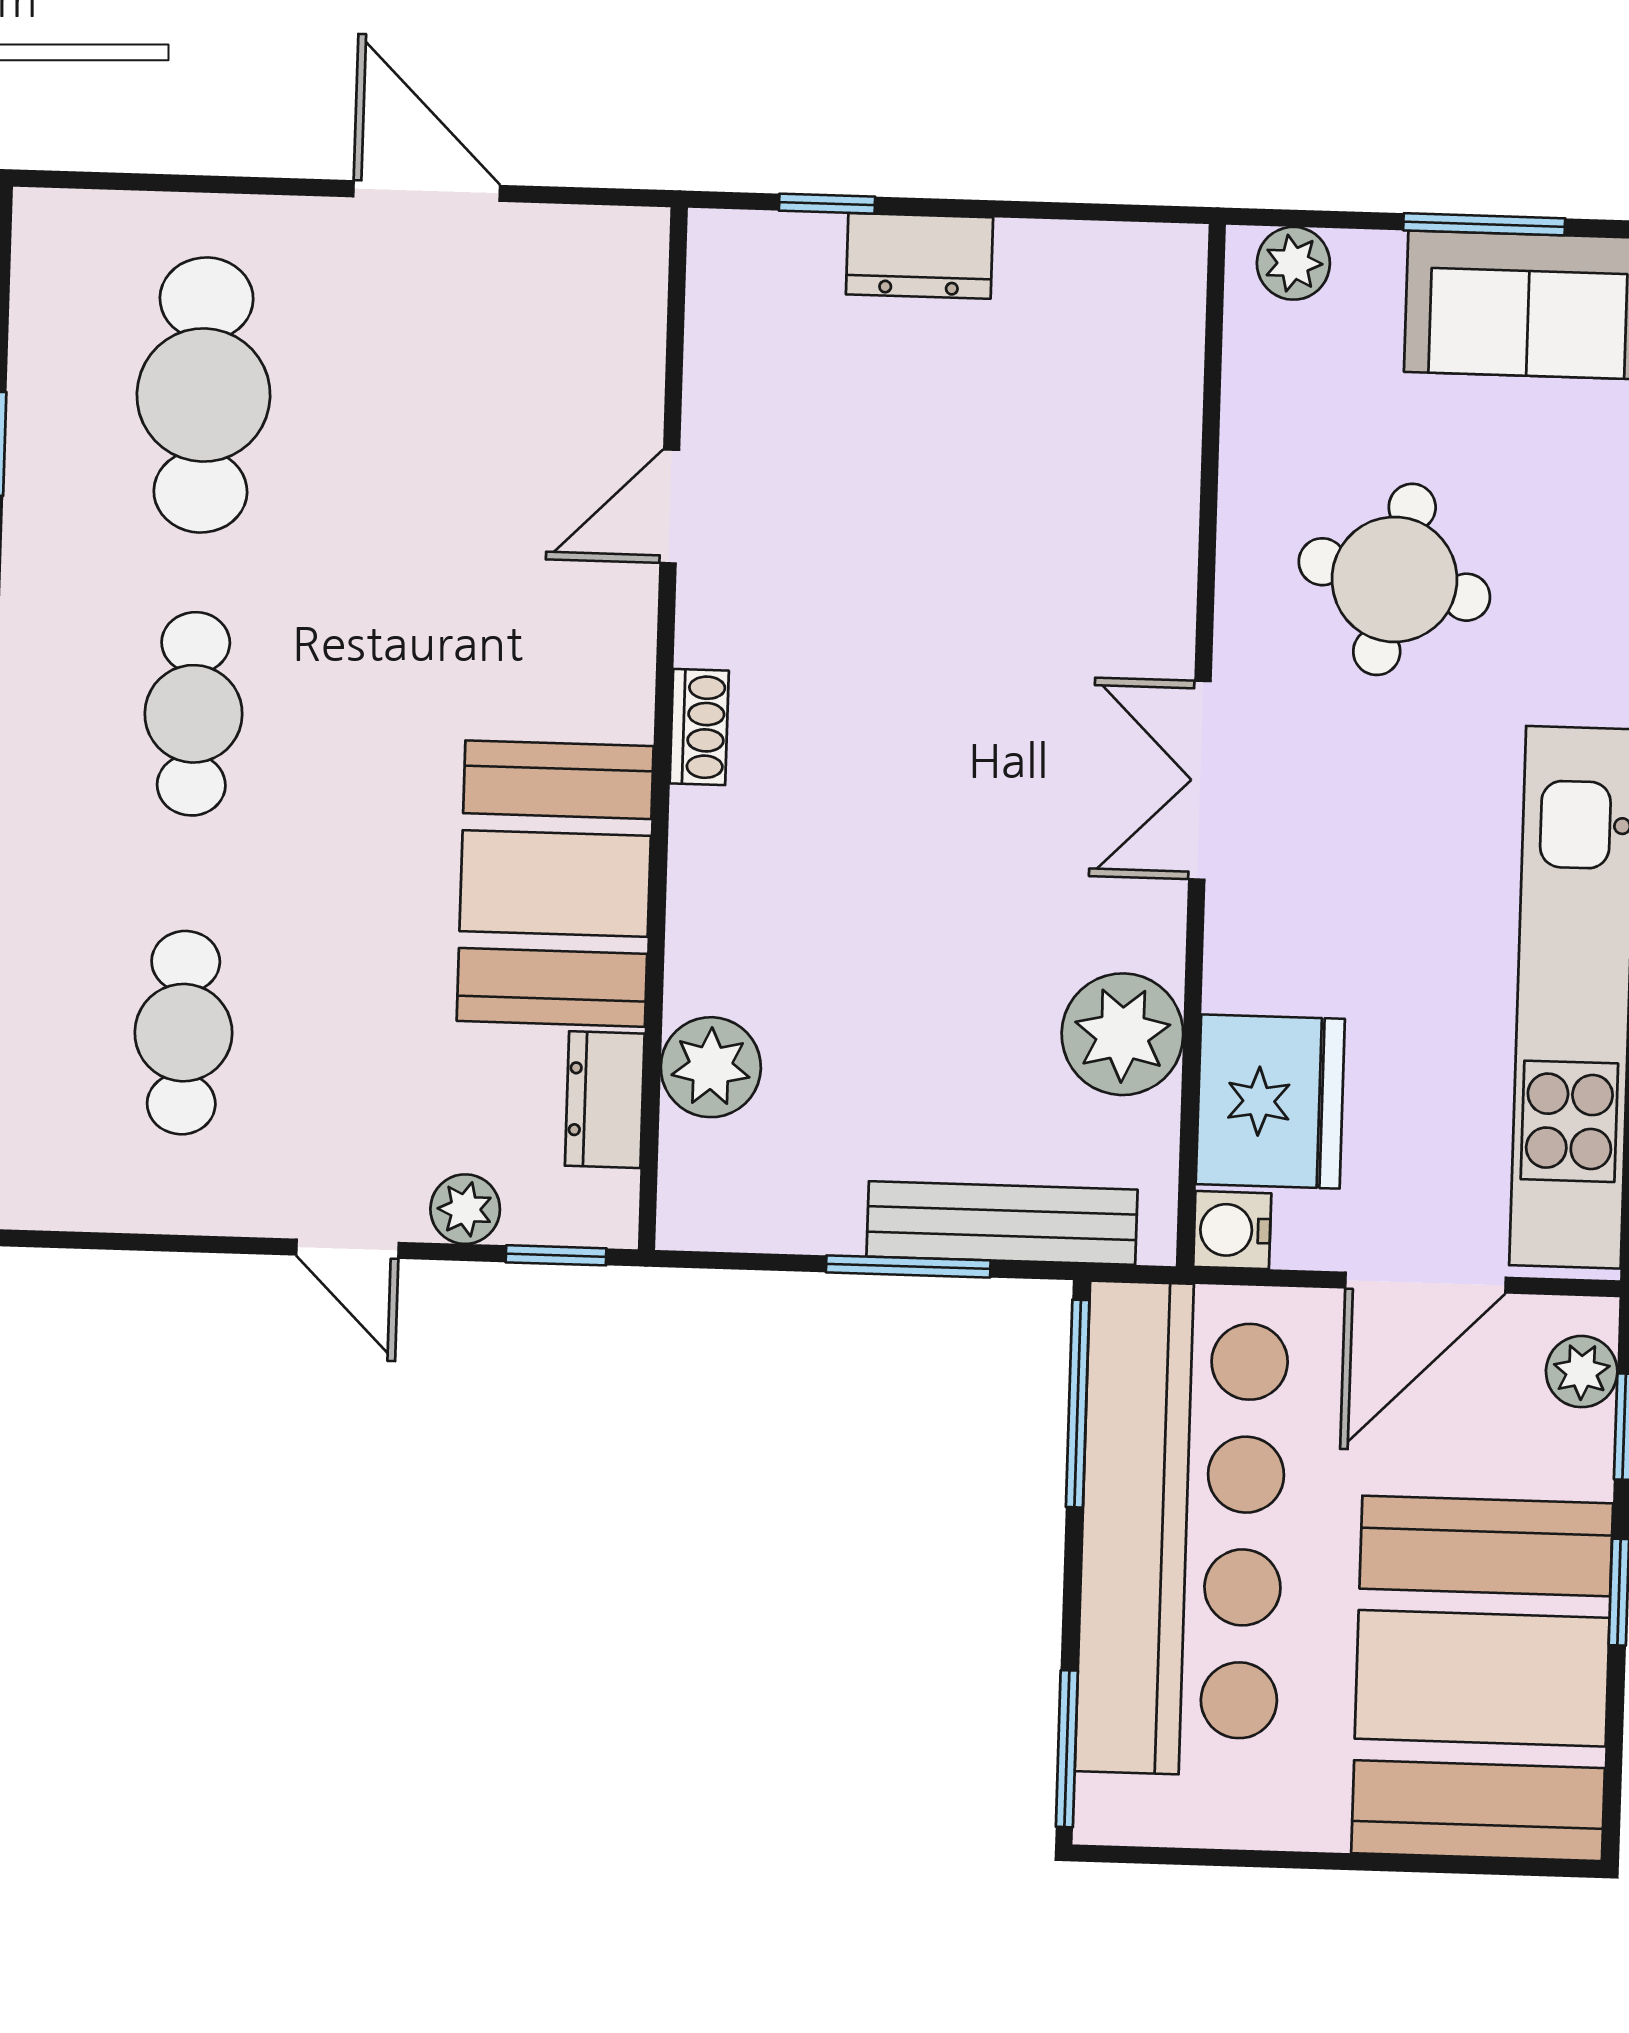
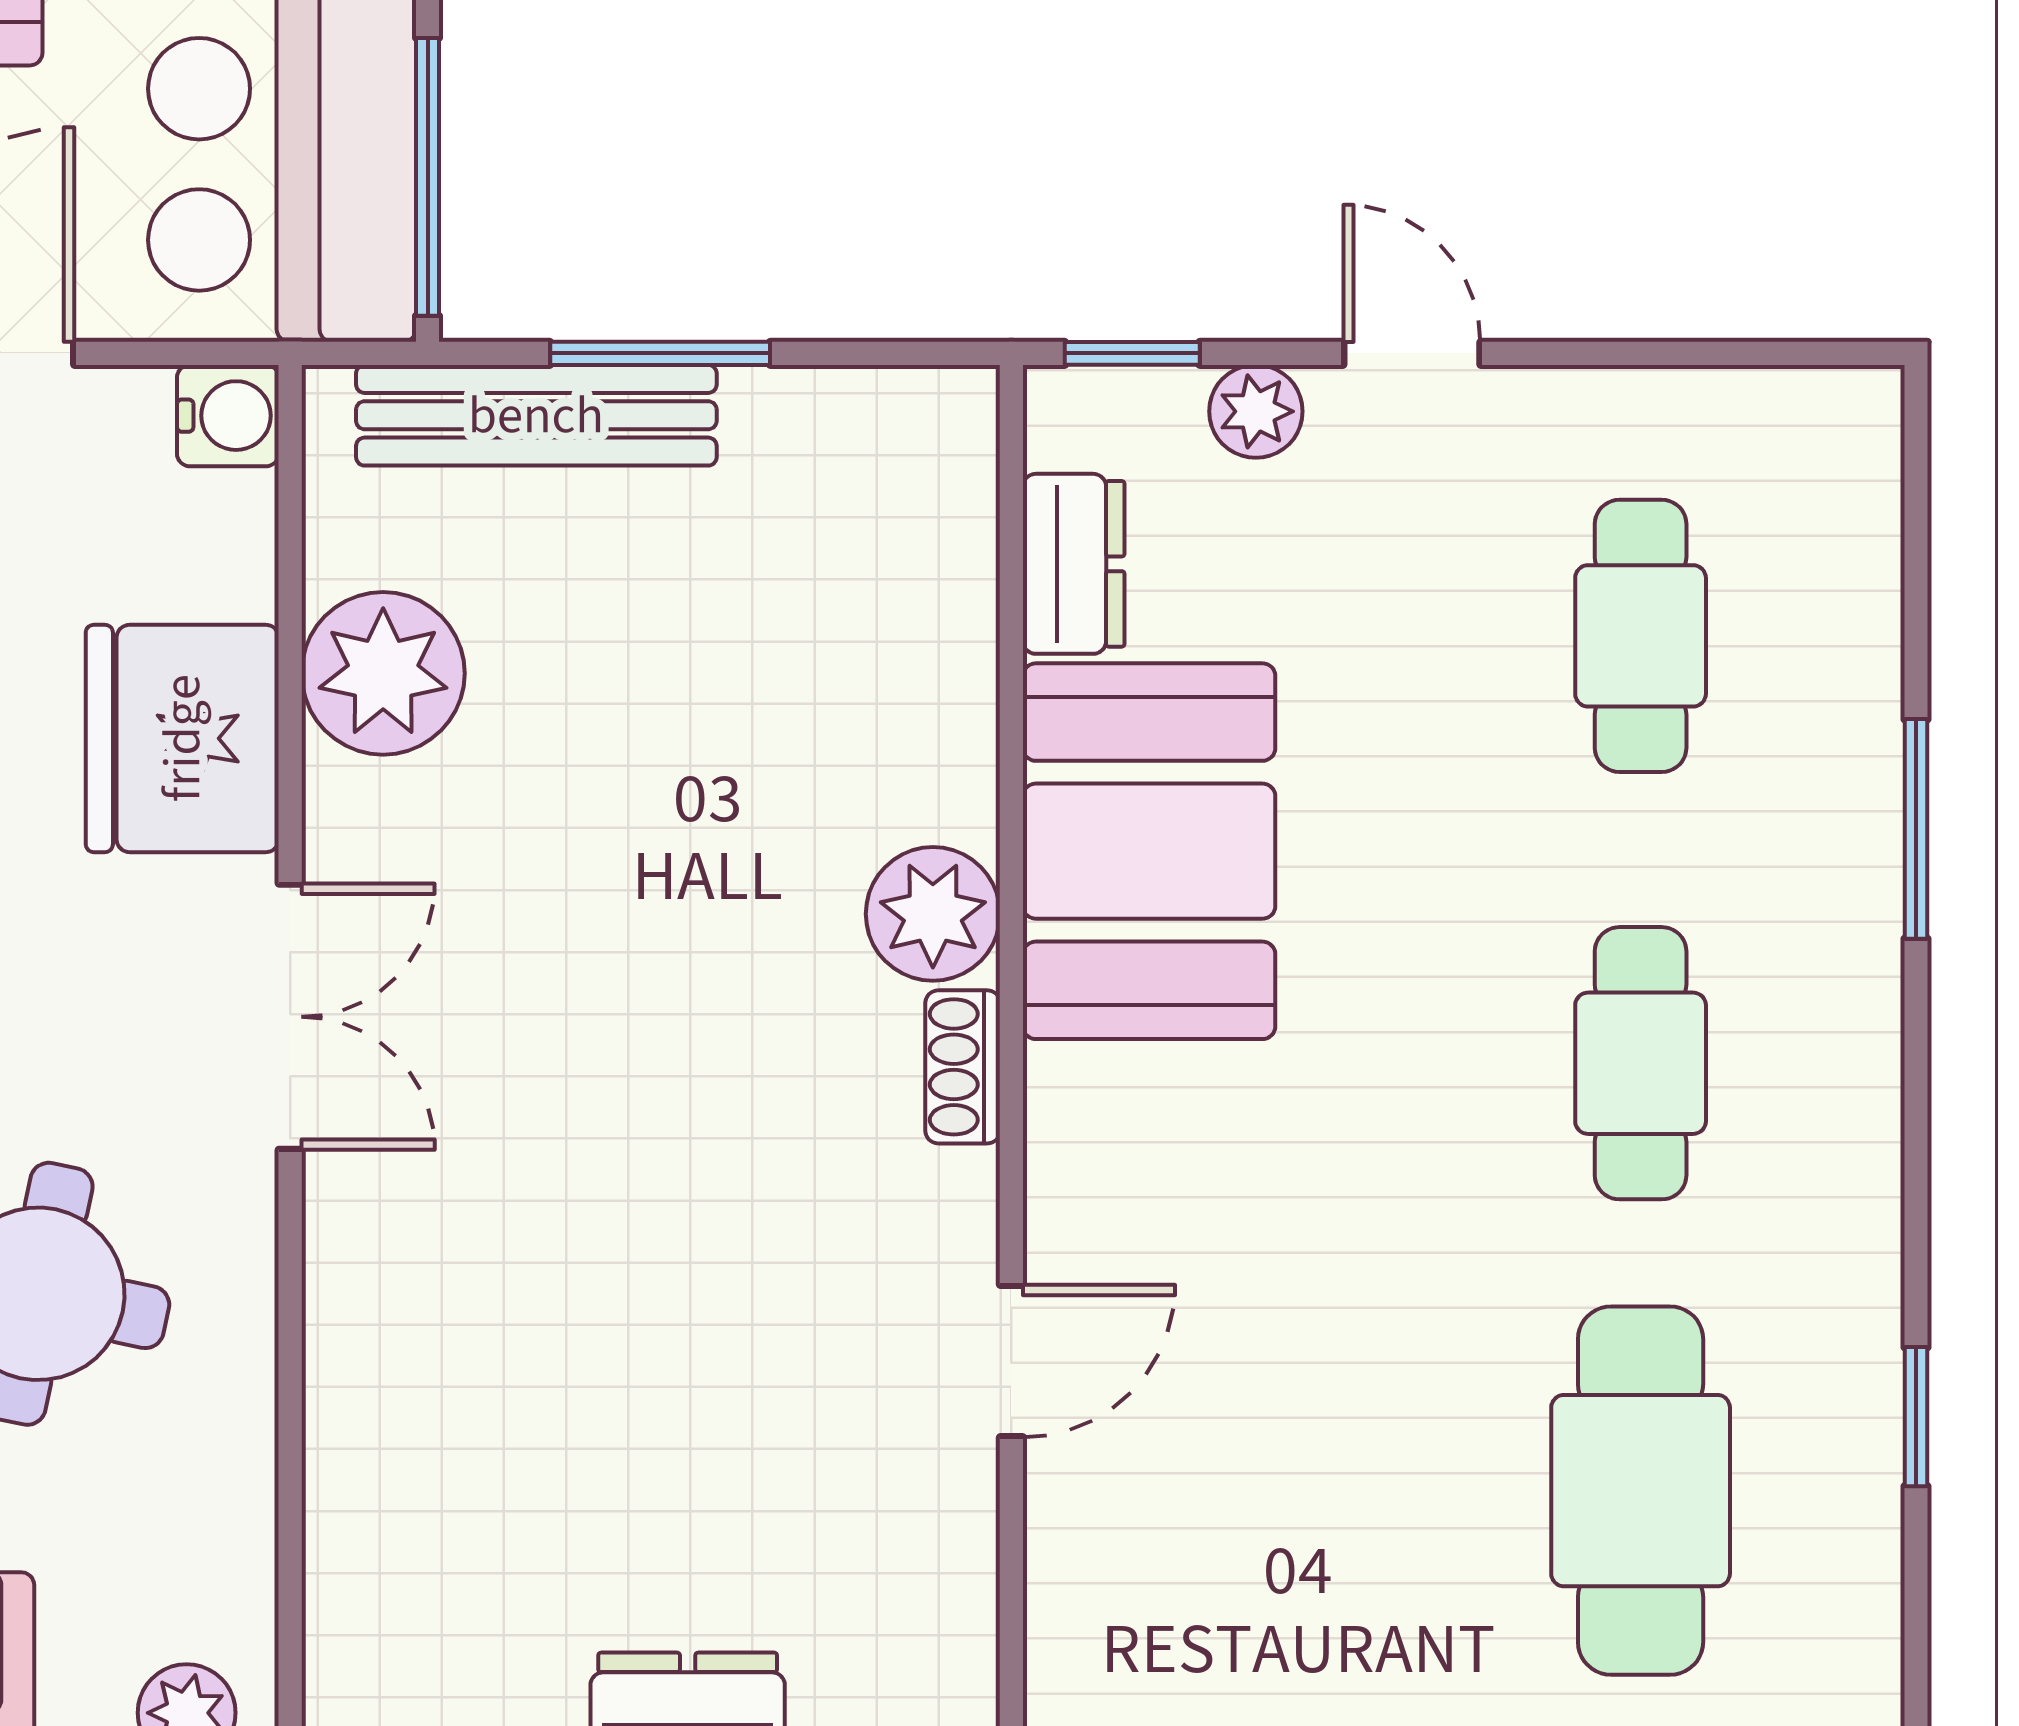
plant: (711, 1067) -> (933, 914), moved
fridge: (1270, 1101) -> (182, 738), moved

